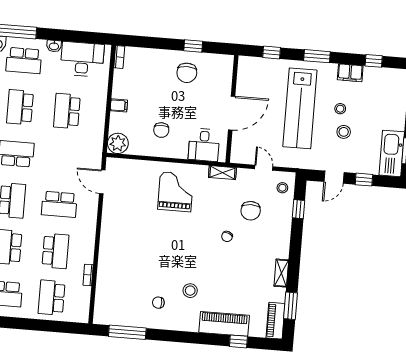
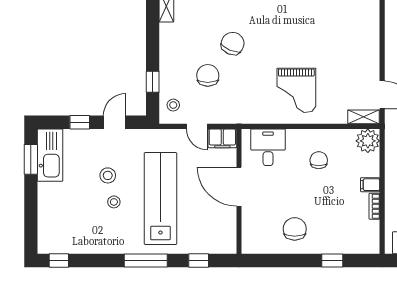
window: (193, 46) -> (332, 260), moved
window: (317, 56) -> (146, 260), width x1.44
bookcase: (119, 57) -> (374, 206), moved
window: (374, 61) -> (59, 260), moved
filing cabinet: (350, 73) -> (222, 138), moved, turned 180
door: (232, 113) -> (239, 187), hinge flipped
shelving: (222, 173) -> (364, 117), moved
chair: (227, 236) -> (233, 44), width x1.87, depth x1.87

